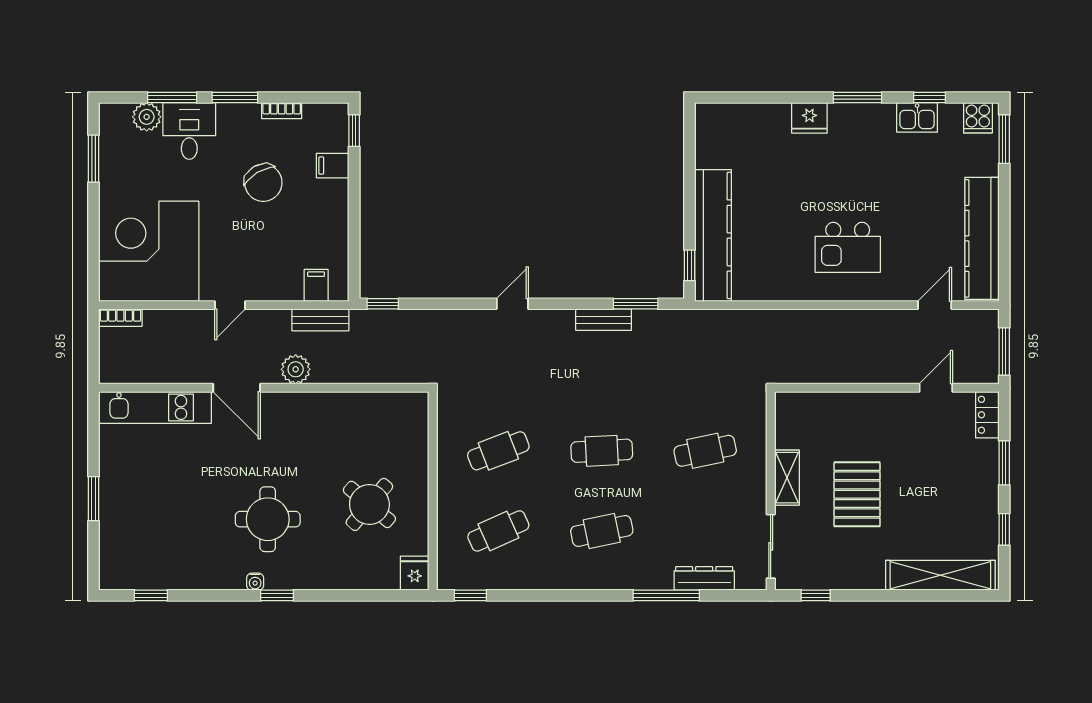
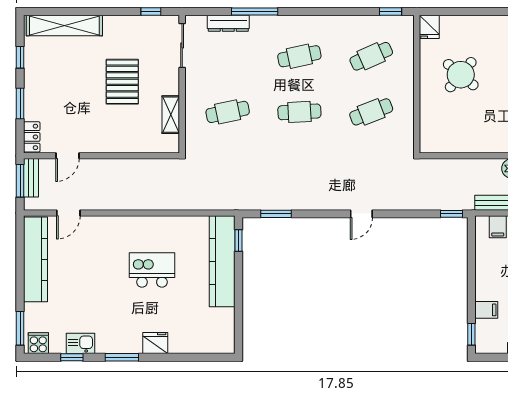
kitchen island: (848, 247) -> (152, 270), moved
bench: (604, 320) -> (31, 178), moved, turned 90
shelving: (787, 478) -> (171, 115), moved

